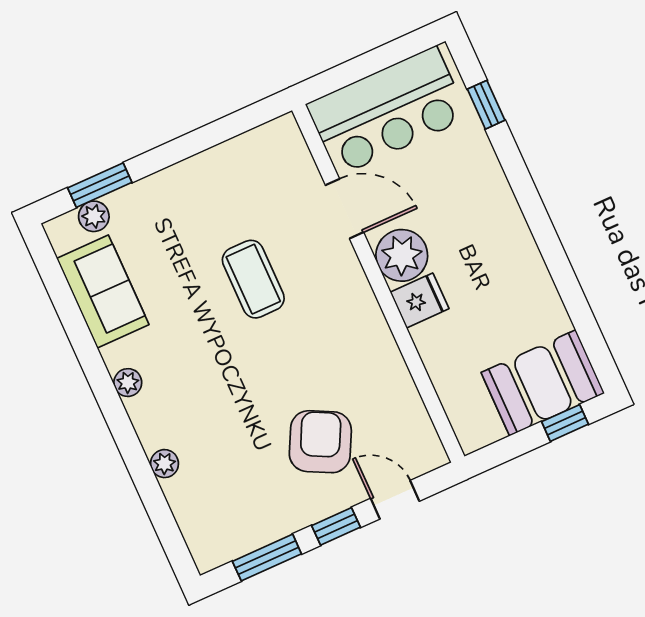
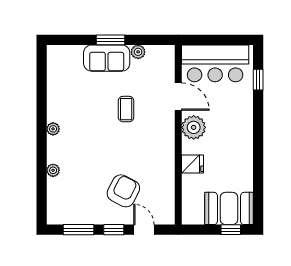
window: (100, 185) -> (110, 40), moved
plant: (94, 216) -> (138, 52), moved
coffee table: (253, 279) -> (126, 109), width x0.73, depth x0.77
sofa: (103, 291) -> (107, 58), moved, turned 90
fridge: (420, 300) -> (193, 164), moved

